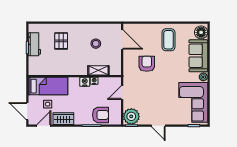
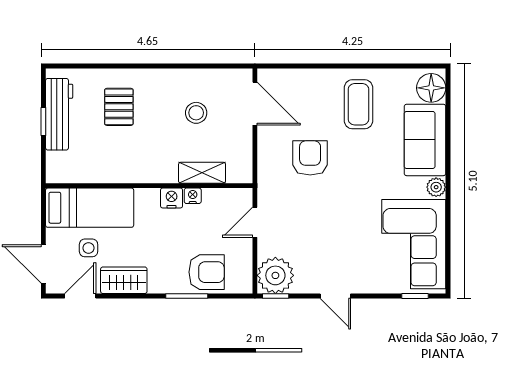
workbench: (34, 44) -> (59, 114), width x1.38

